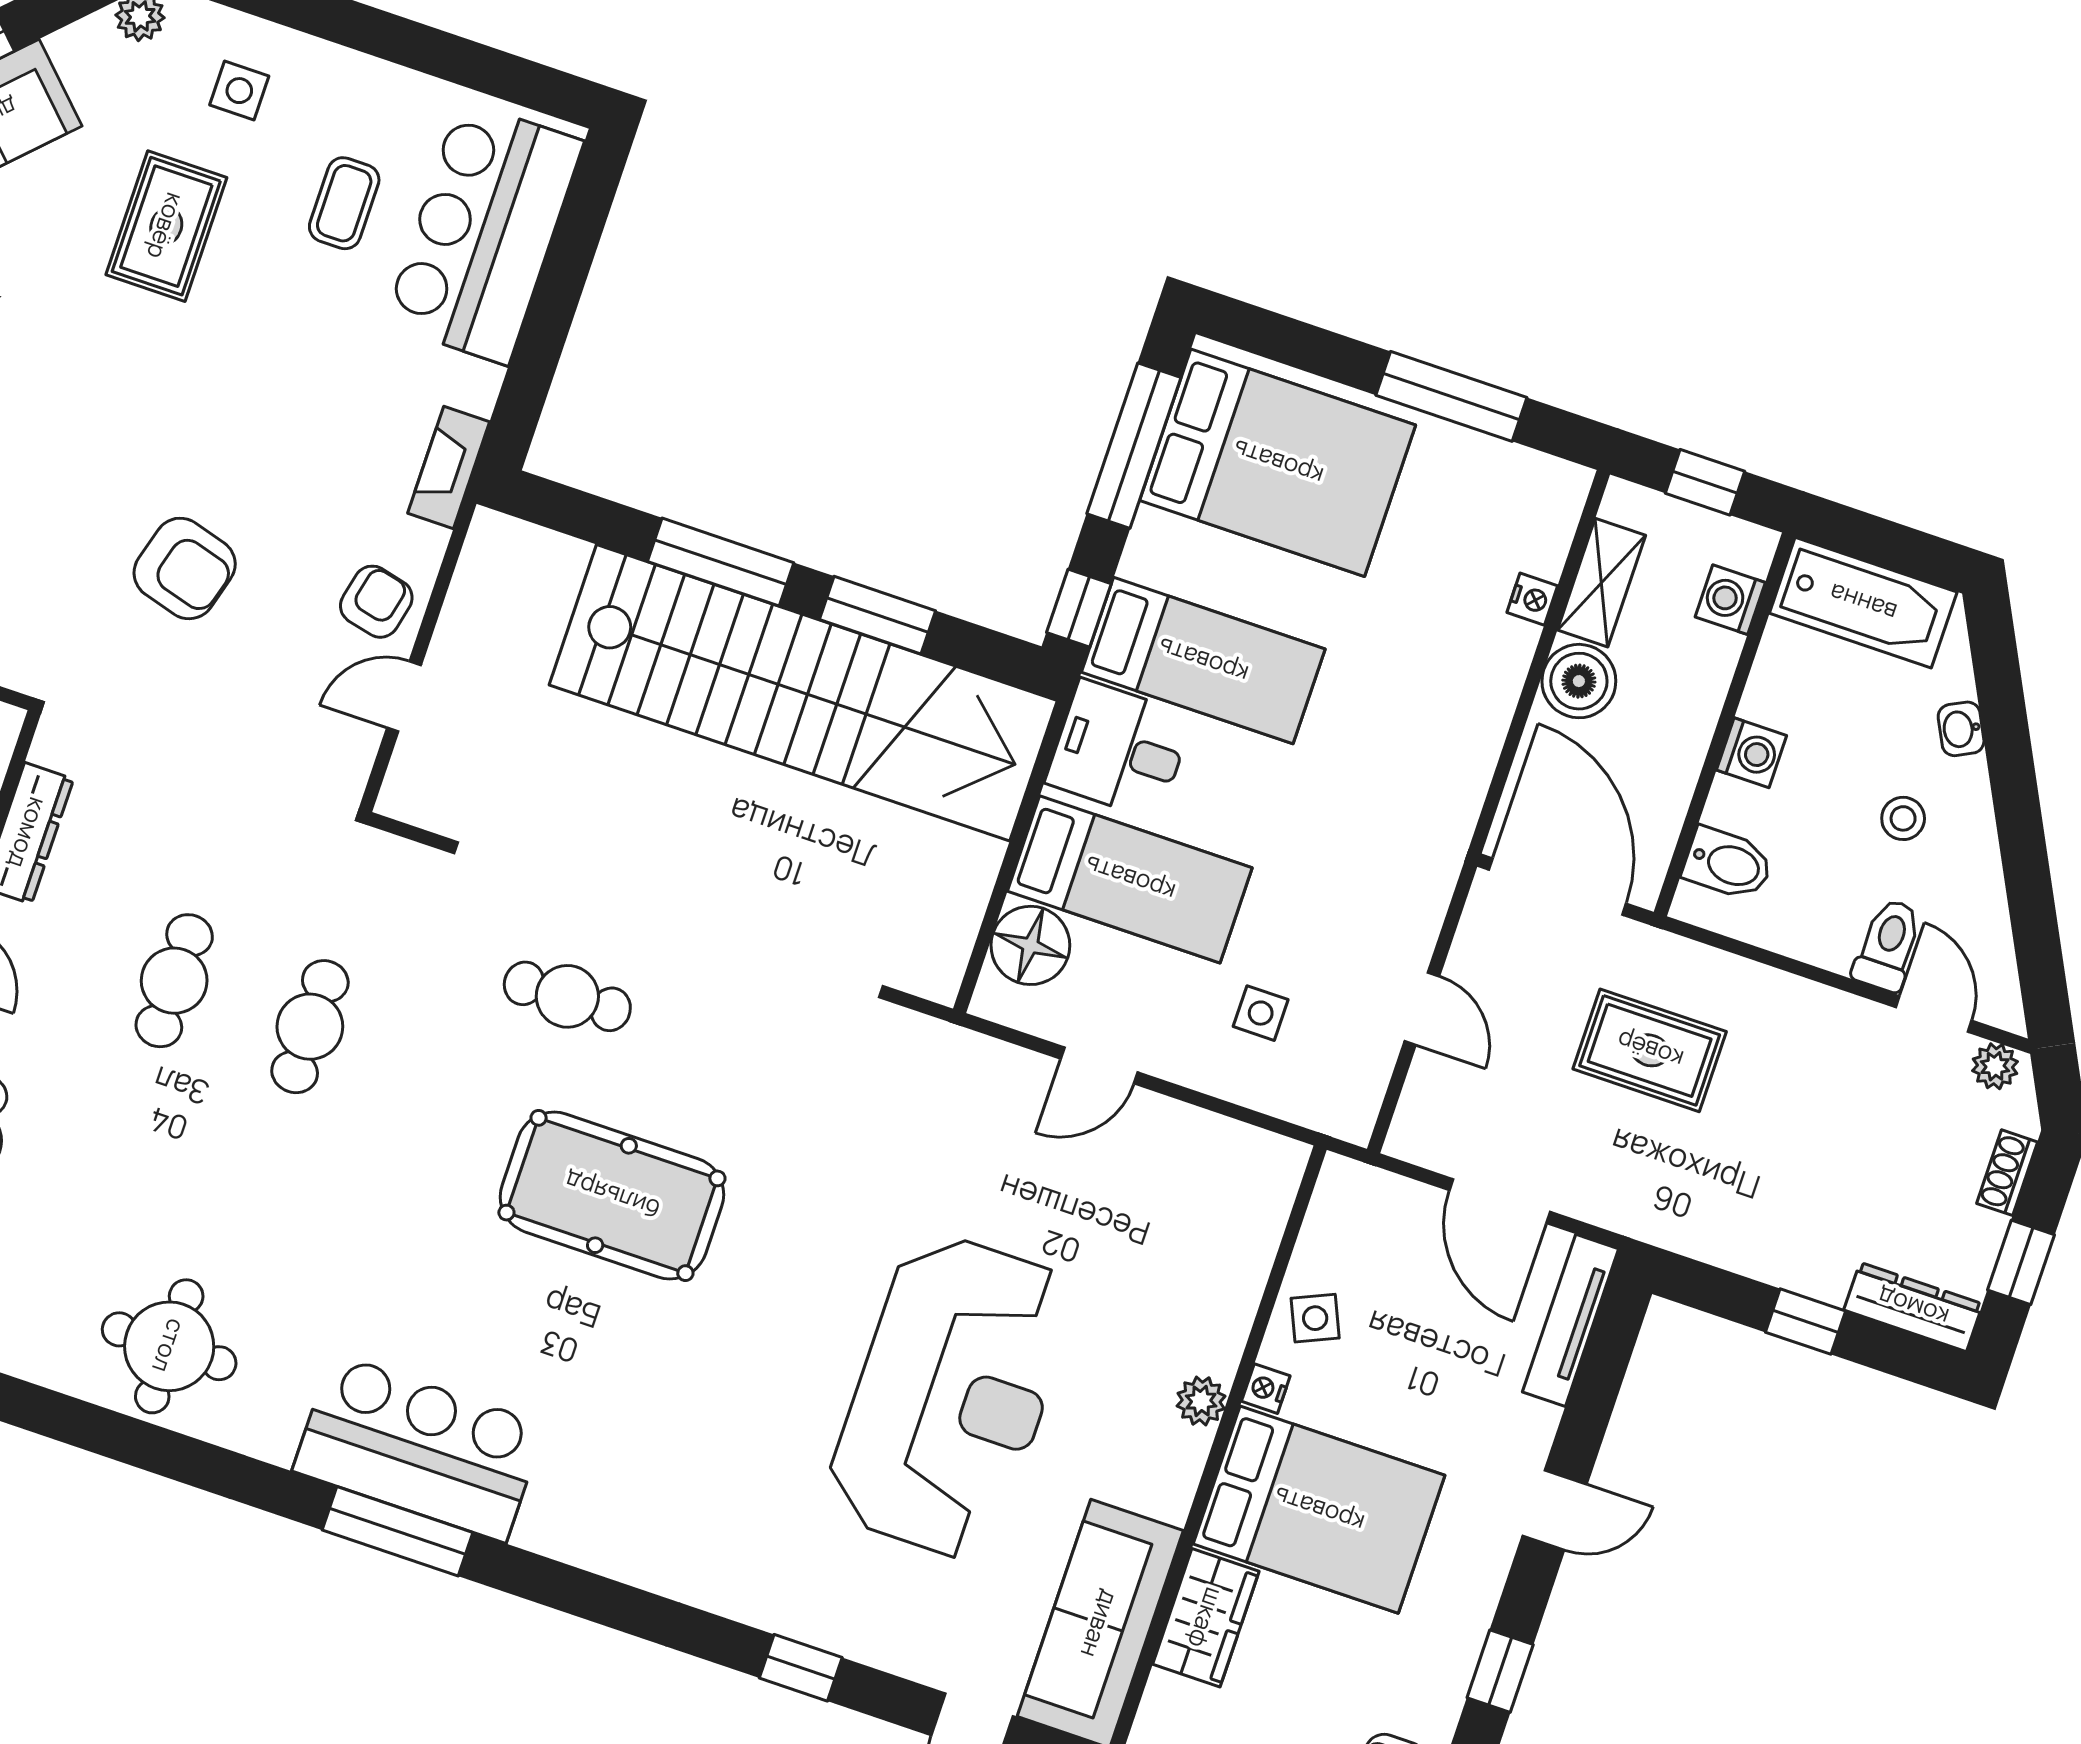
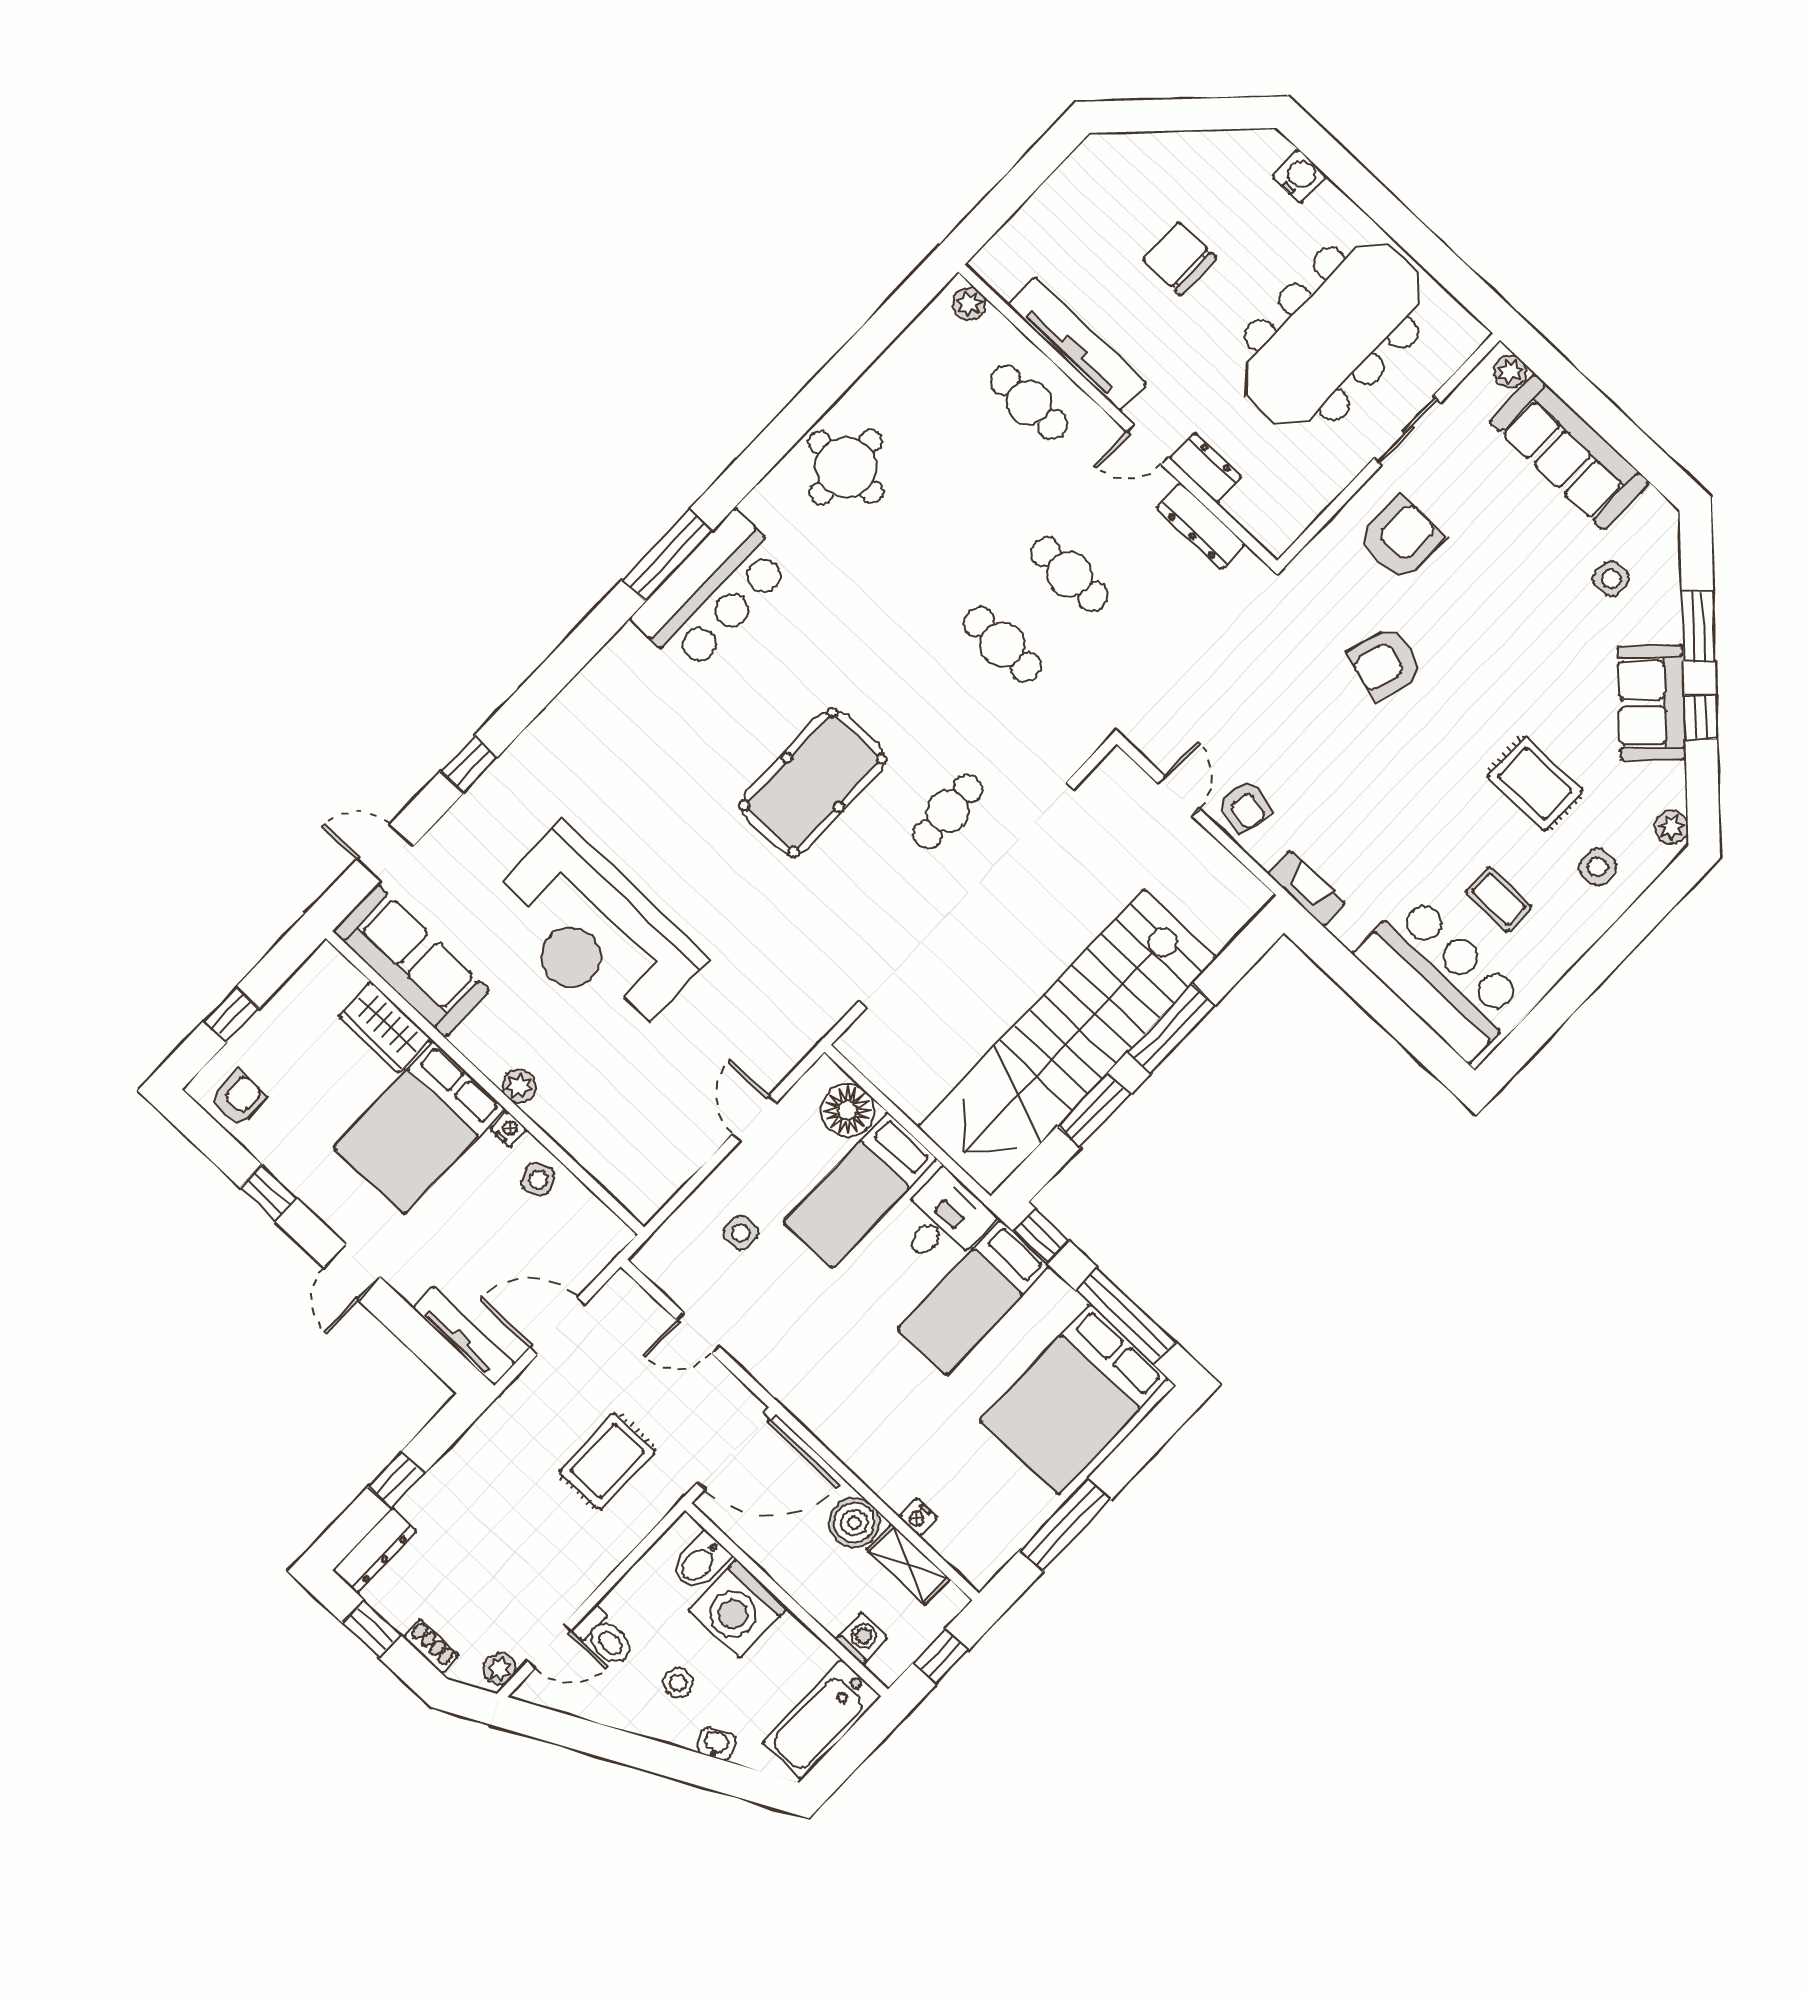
armchair: (185, 568) -> (1386, 663), moved
washing machine: (1751, 753) -> (738, 1609), width x1.89, depth x1.89

